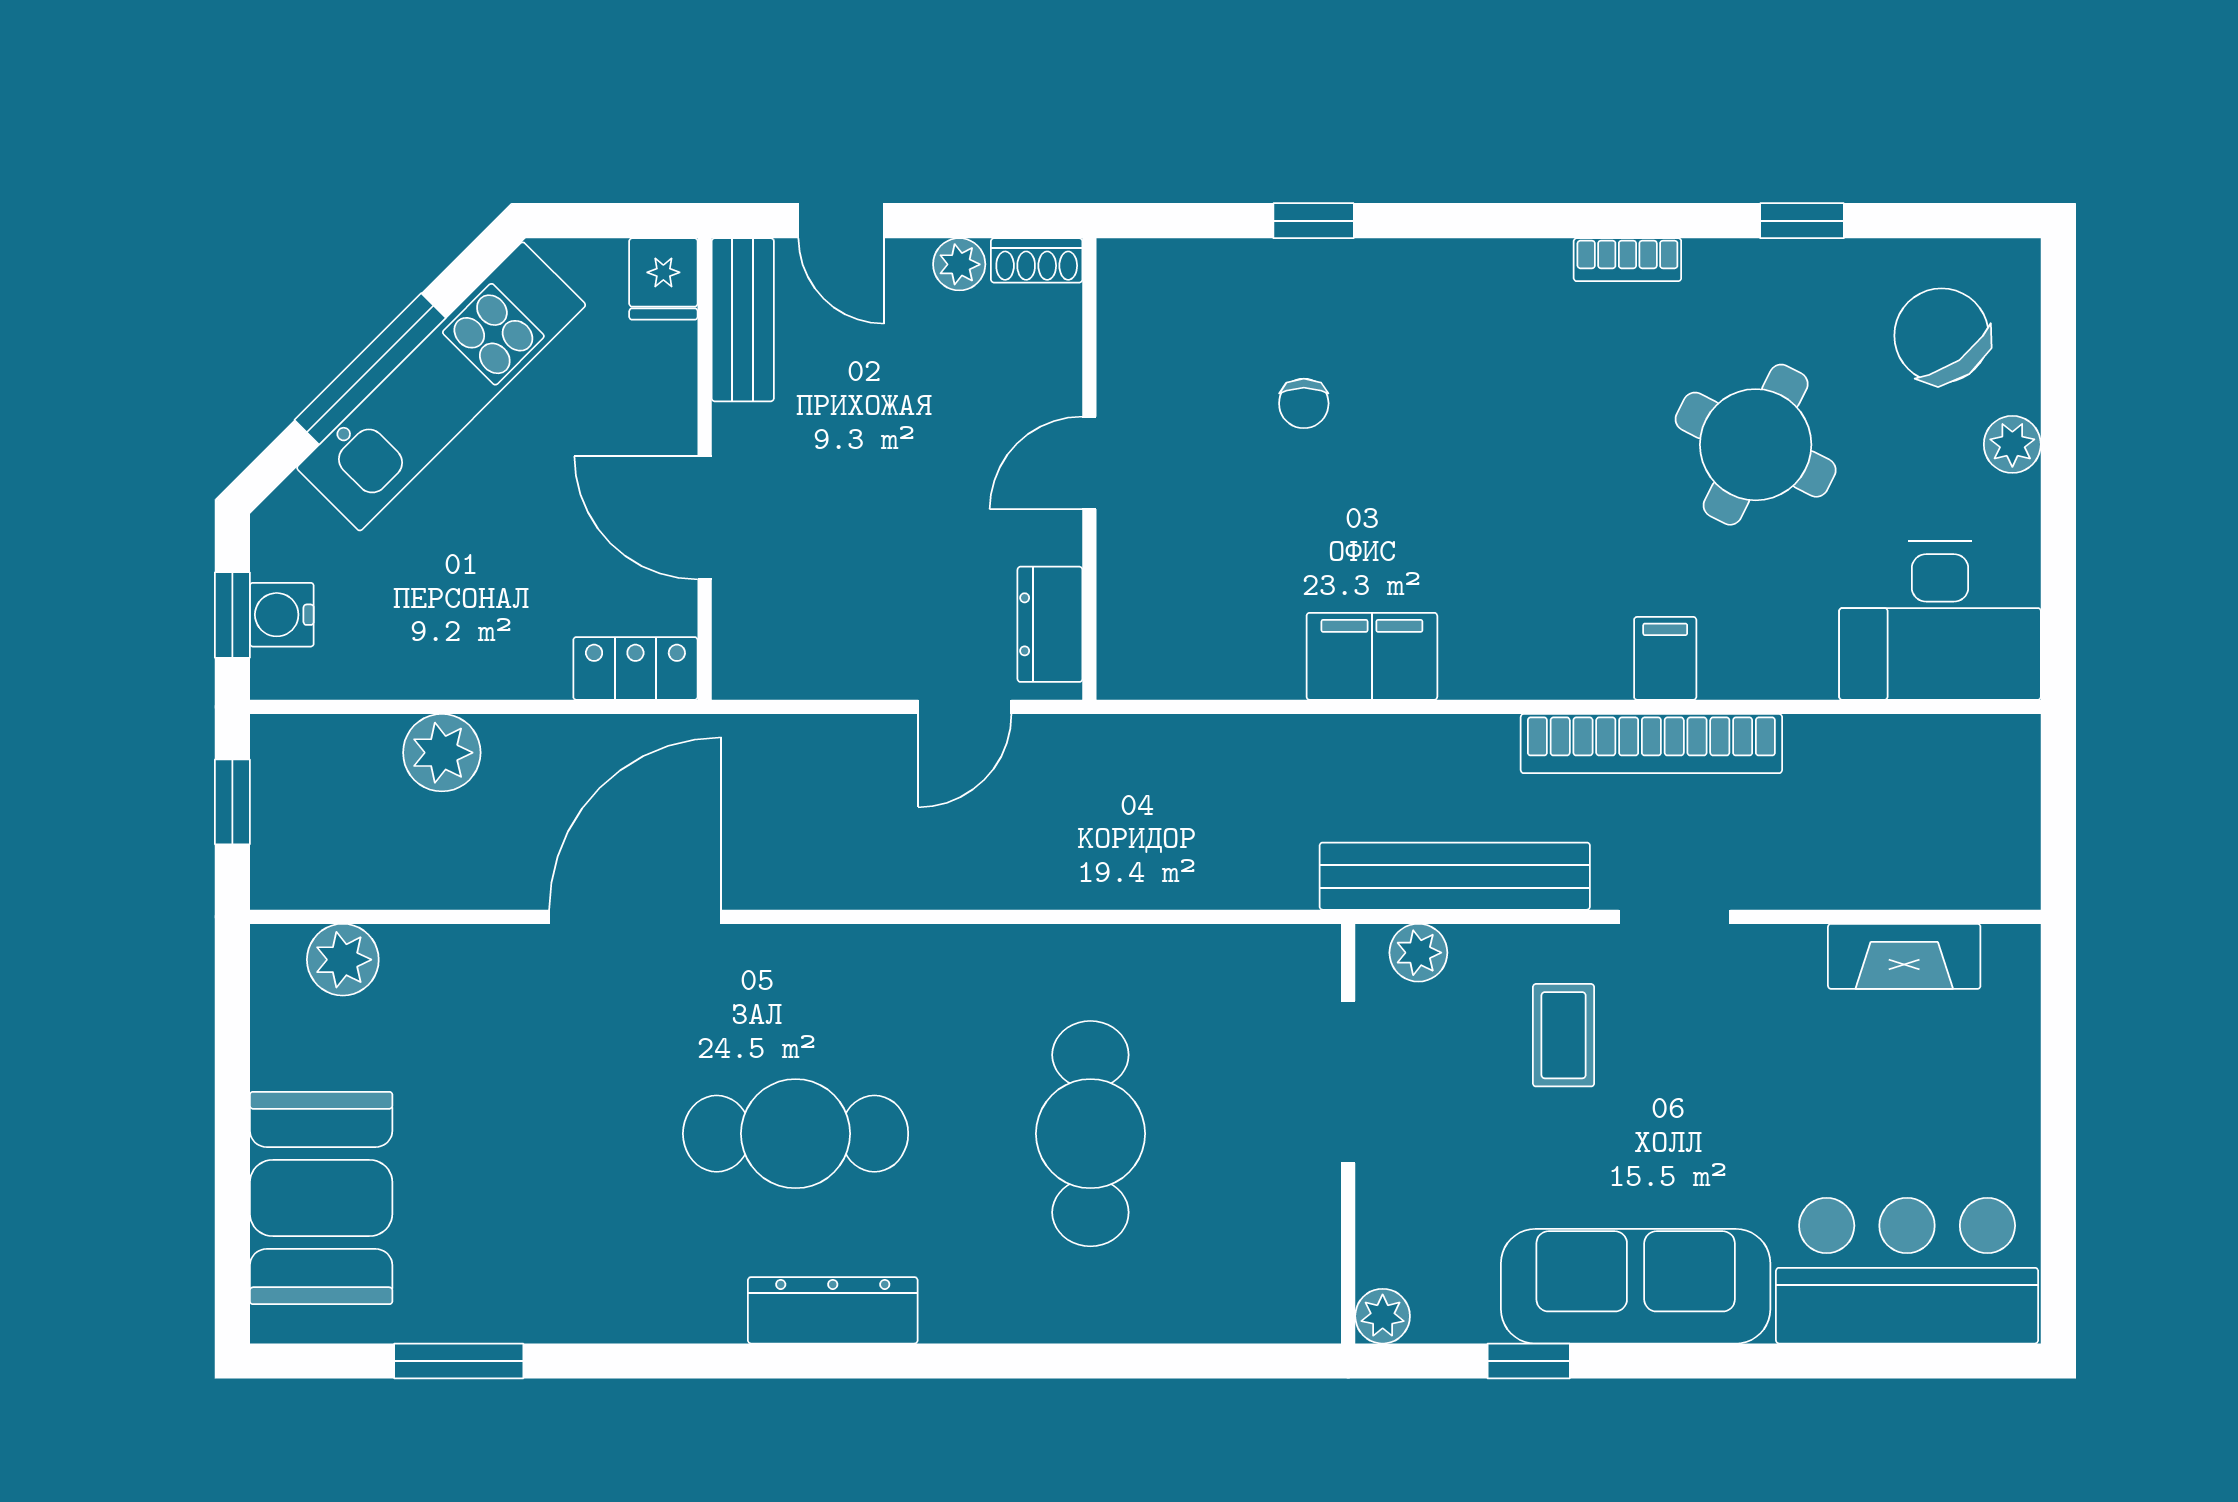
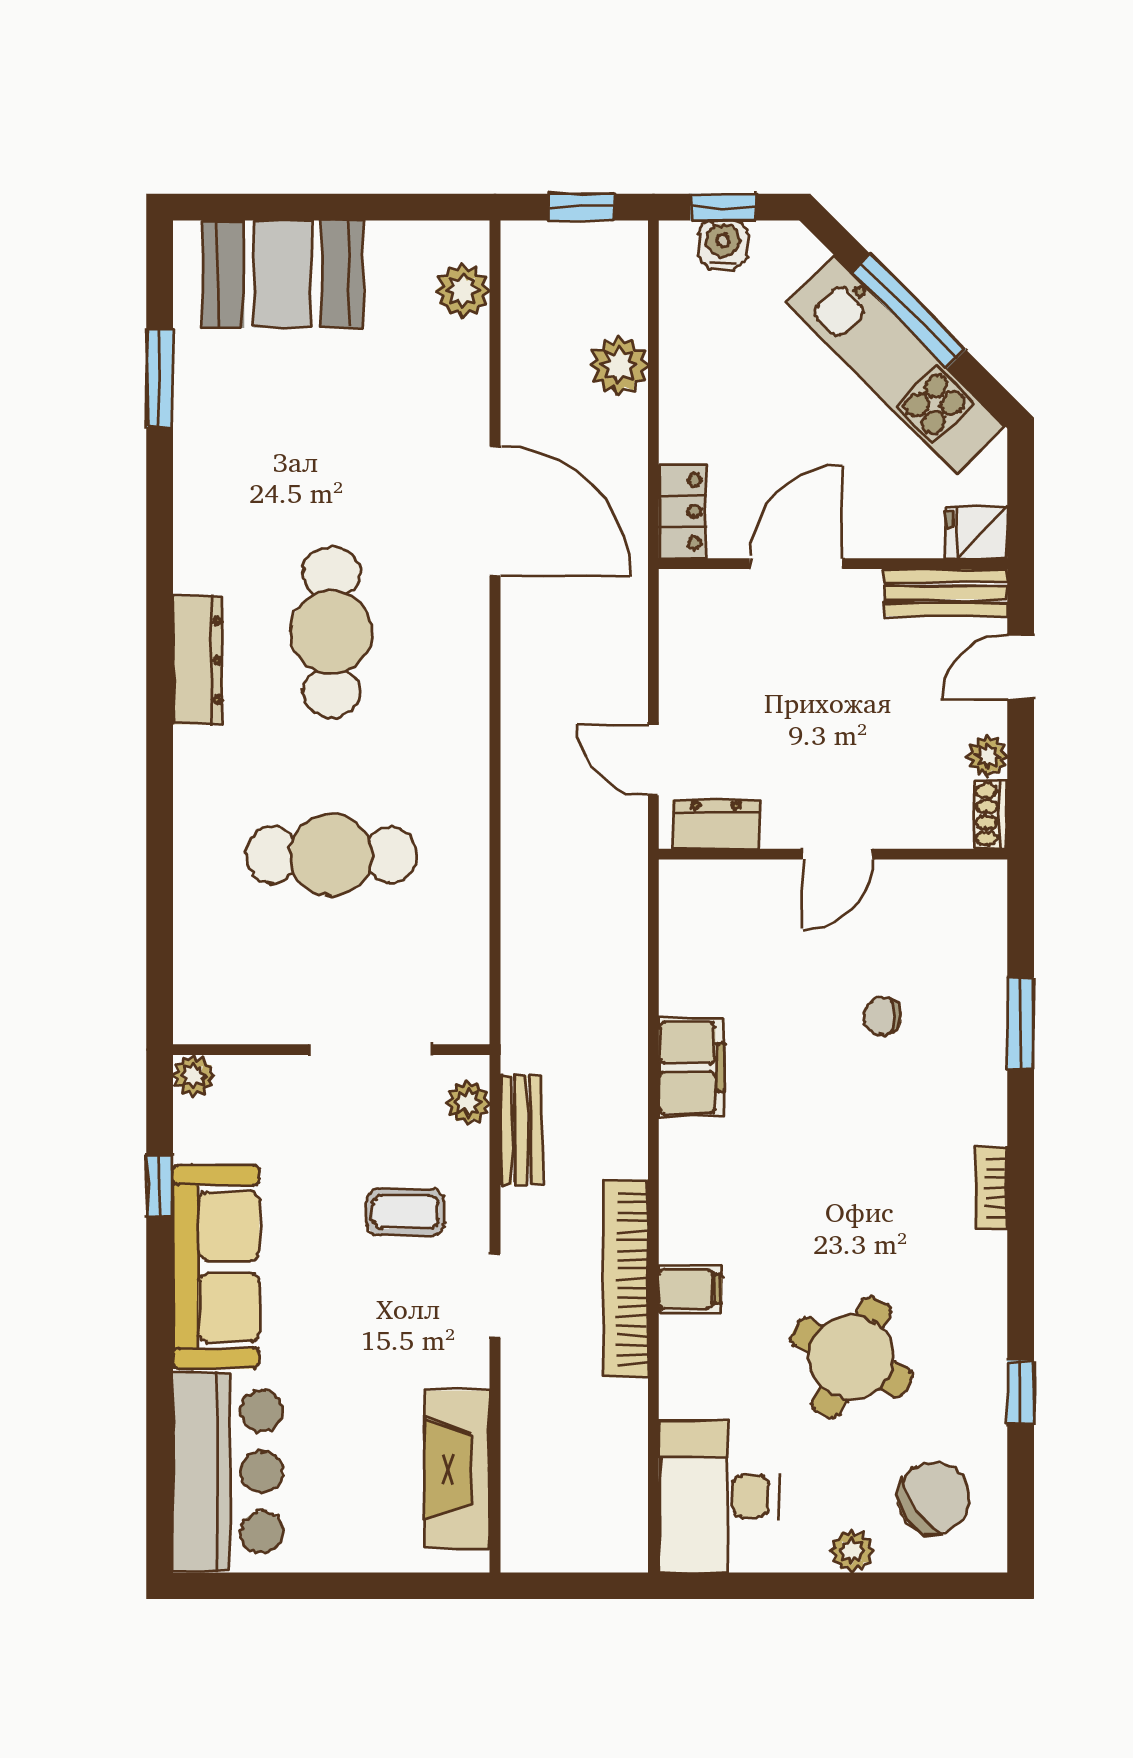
window: (1314, 221) -> (1021, 1023), width x1.50
bookcase: (1627, 260) -> (991, 1188), moved
door: (1089, 463) -> (838, 854), swing flipped
bench: (1455, 876) -> (521, 1130), width x0.54, depth x0.82
fireplace: (1904, 956) -> (457, 1469), width x1.37, depth x1.32

